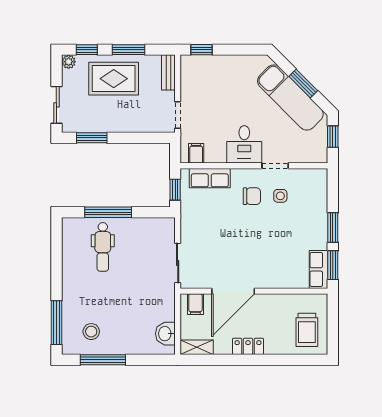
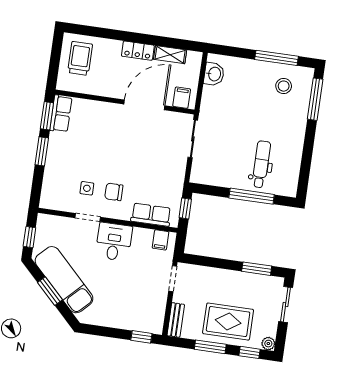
shelving: (197, 347) -> (170, 55), moved

